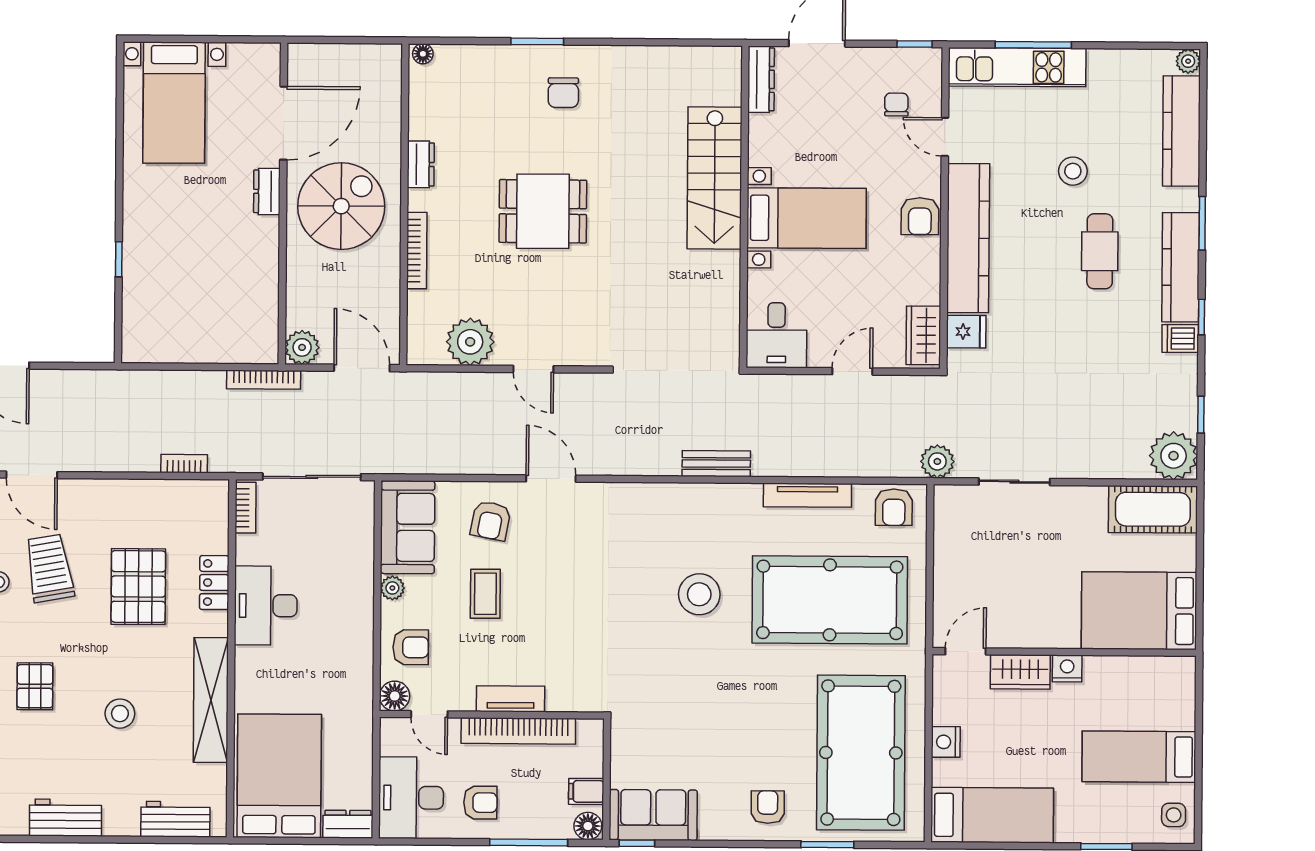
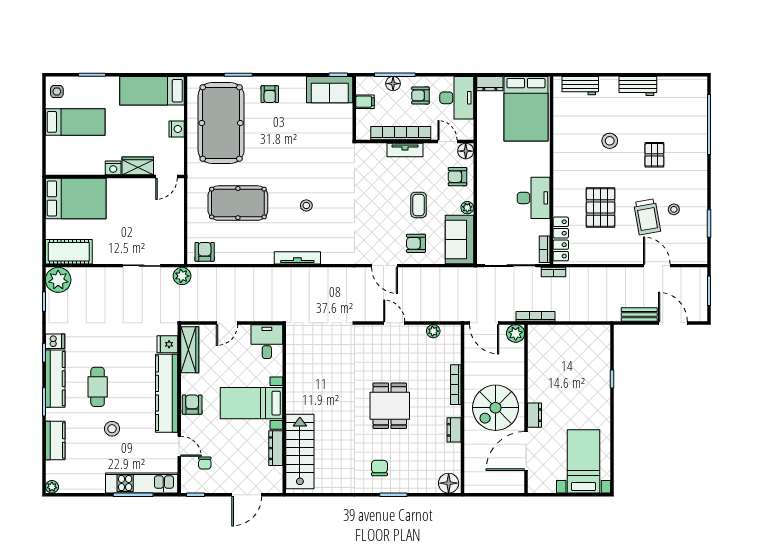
floor lamp: (423, 54) -> (449, 483), width x1.89, depth x1.89
dresser: (761, 79) -> (276, 448), moved
kitchen counter: (1181, 131) -> (55, 440), width x0.67
stairs: (714, 178) -> (300, 451), moved
dining table: (543, 211) -> (390, 406), turned 90
wardrobe: (923, 335) -> (190, 350), width x1.50
plant: (470, 342) -> (433, 331), width x0.53, depth x0.53
bookcase: (184, 464) -> (554, 272), moved
bench: (716, 464) -> (639, 315), moved
tv unit: (807, 495) -> (297, 258), moved
armchair: (491, 521) -> (416, 243), turned -101
locker: (214, 583) -> (561, 239), moved, width x1.53
stool: (699, 594) -> (306, 205), width x0.53, depth x0.53
pool table: (830, 600) -> (238, 203), width x0.73, depth x0.76
shelving: (211, 700) -> (562, 148), removed
floor lamp: (588, 826) -> (393, 84), moved

